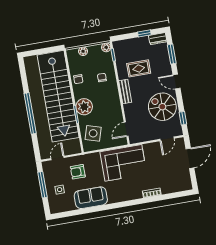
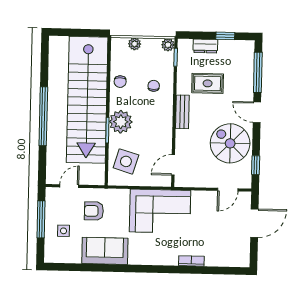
dresser: (158, 39) -> (205, 46), moved
window: (172, 54) -> (258, 72), width x1.44

